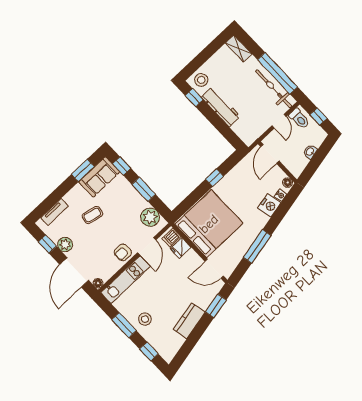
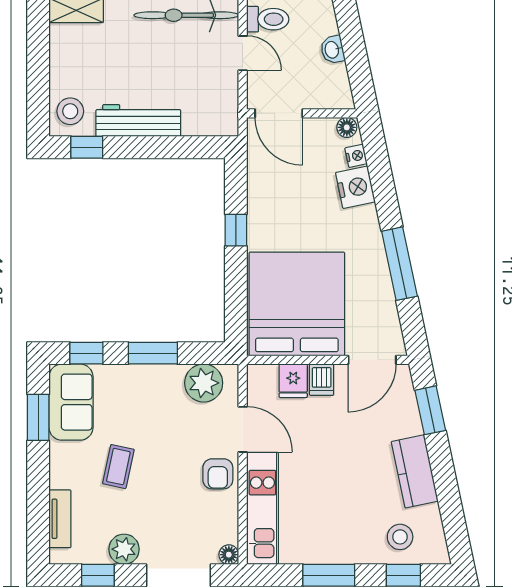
dishwasher: (172, 238) -> (322, 380), moved
stool: (145, 319) -> (400, 537), moved

